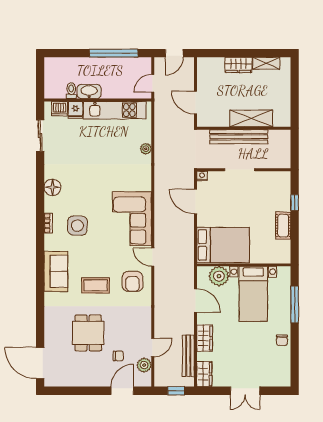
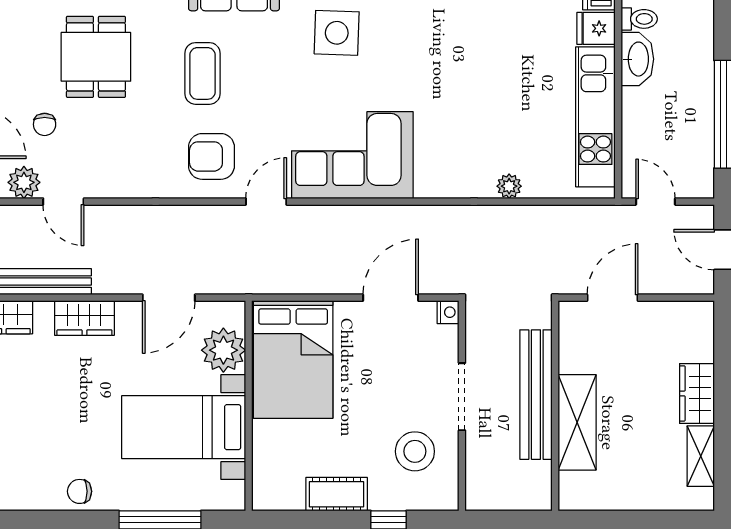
stool: (264, 191) -> (415, 451), added
dining table: (88, 333) -> (96, 57), turned 90

